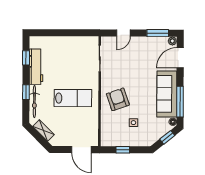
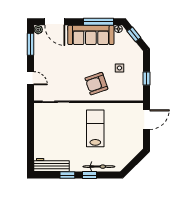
window: (26, 58) -> (67, 175), moved
workbench: (36, 67) -> (51, 165), moved
shelving: (43, 131) -> (128, 157), removed

